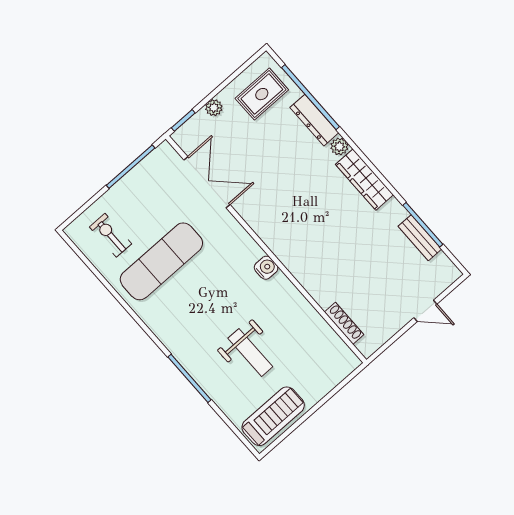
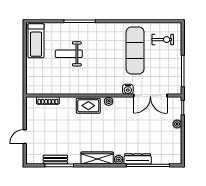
rug: (262, 94) -> (88, 106), moved, turned 90
plant: (268, 235) -> (109, 101), added
water cooler: (266, 268) -> (128, 89), moved

